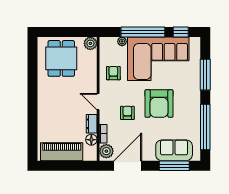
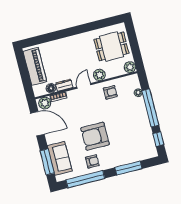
corner sofa: (158, 59) -> (132, 126), removed
plant: (90, 81) -> (99, 75), added
armchair: (127, 113) -> (92, 161), moved

